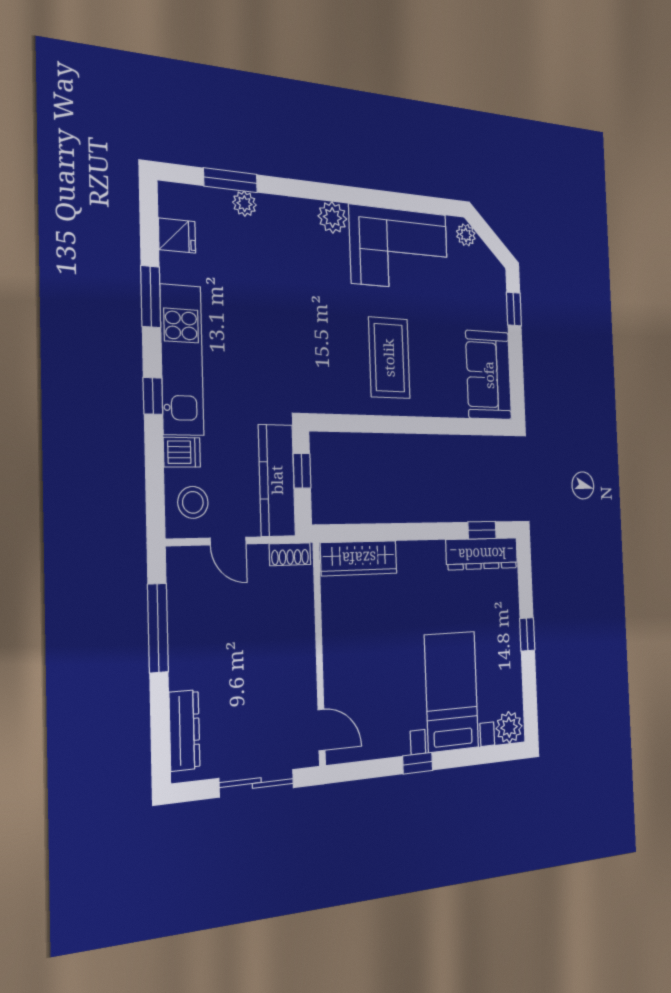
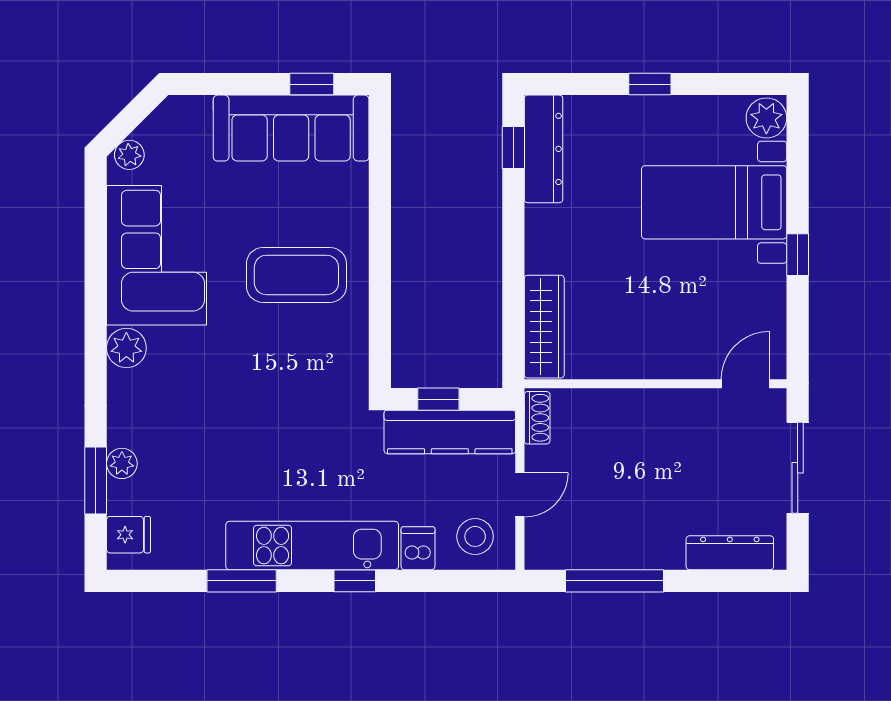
fridge: (177, 236) -> (129, 535), moved, turned 90
window: (514, 309) -> (312, 84), moved
sofa: (489, 375) -> (291, 128), width x1.36

